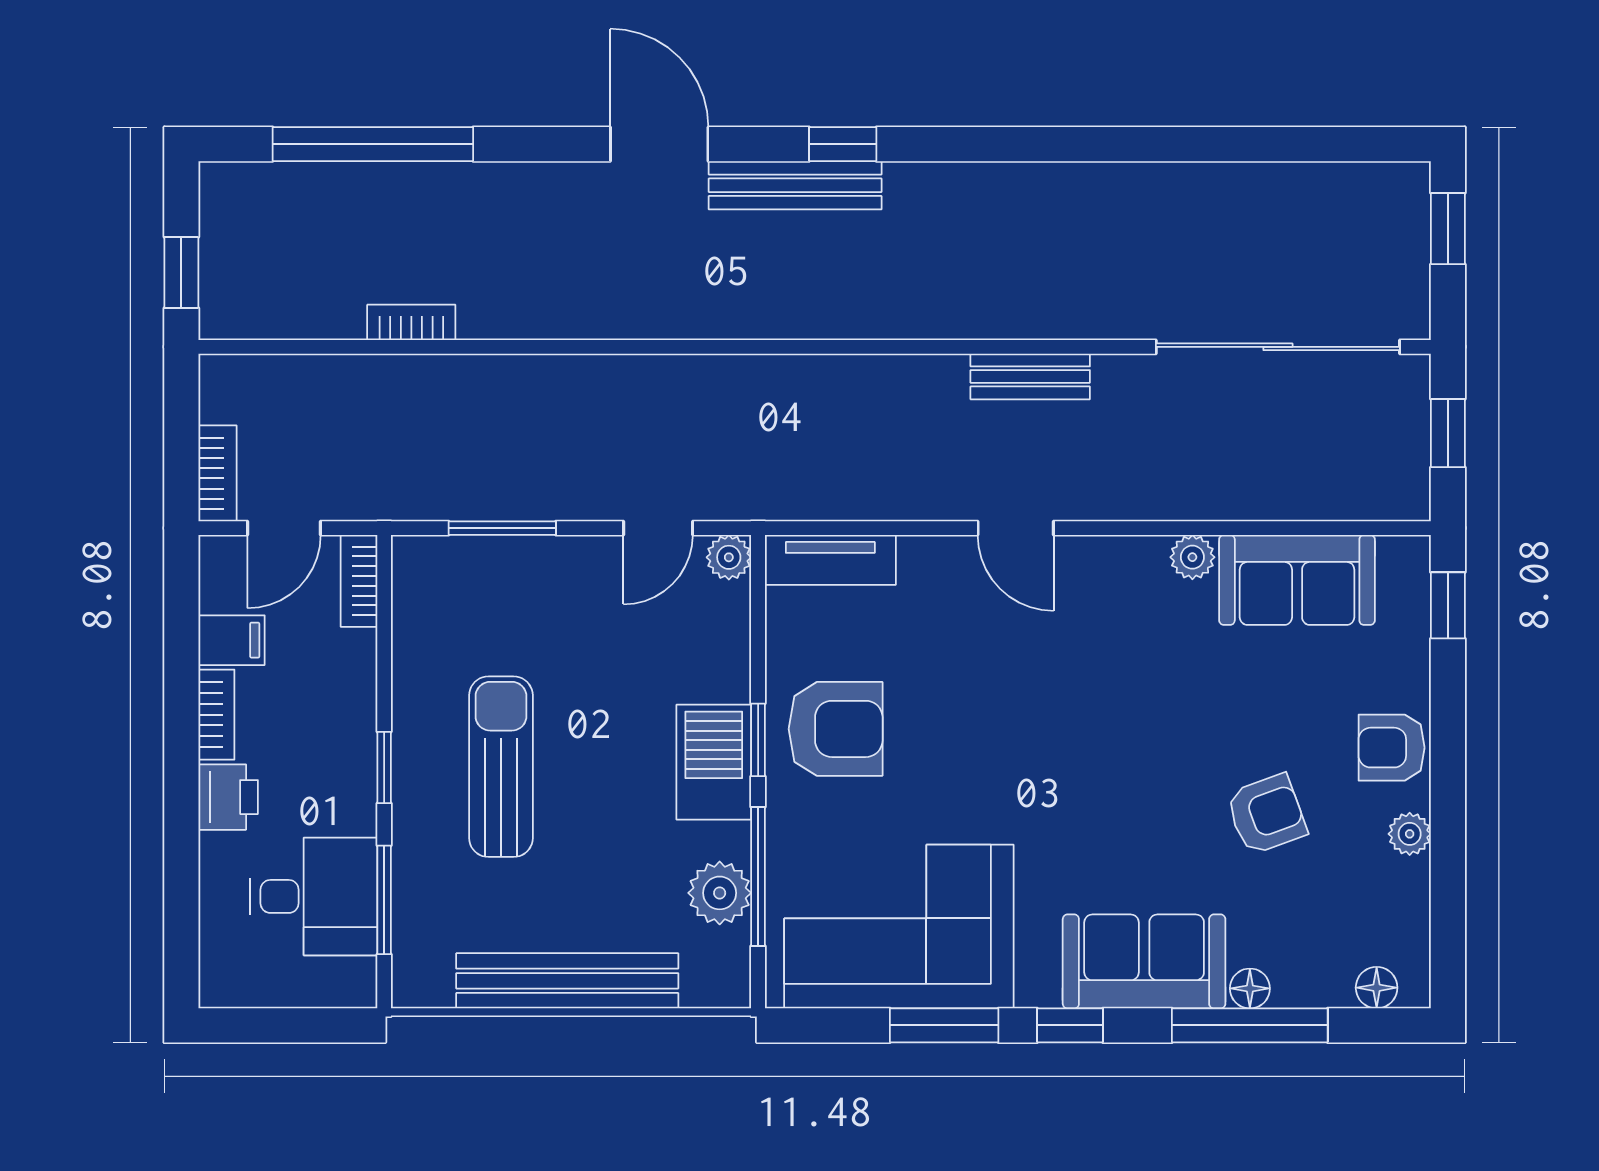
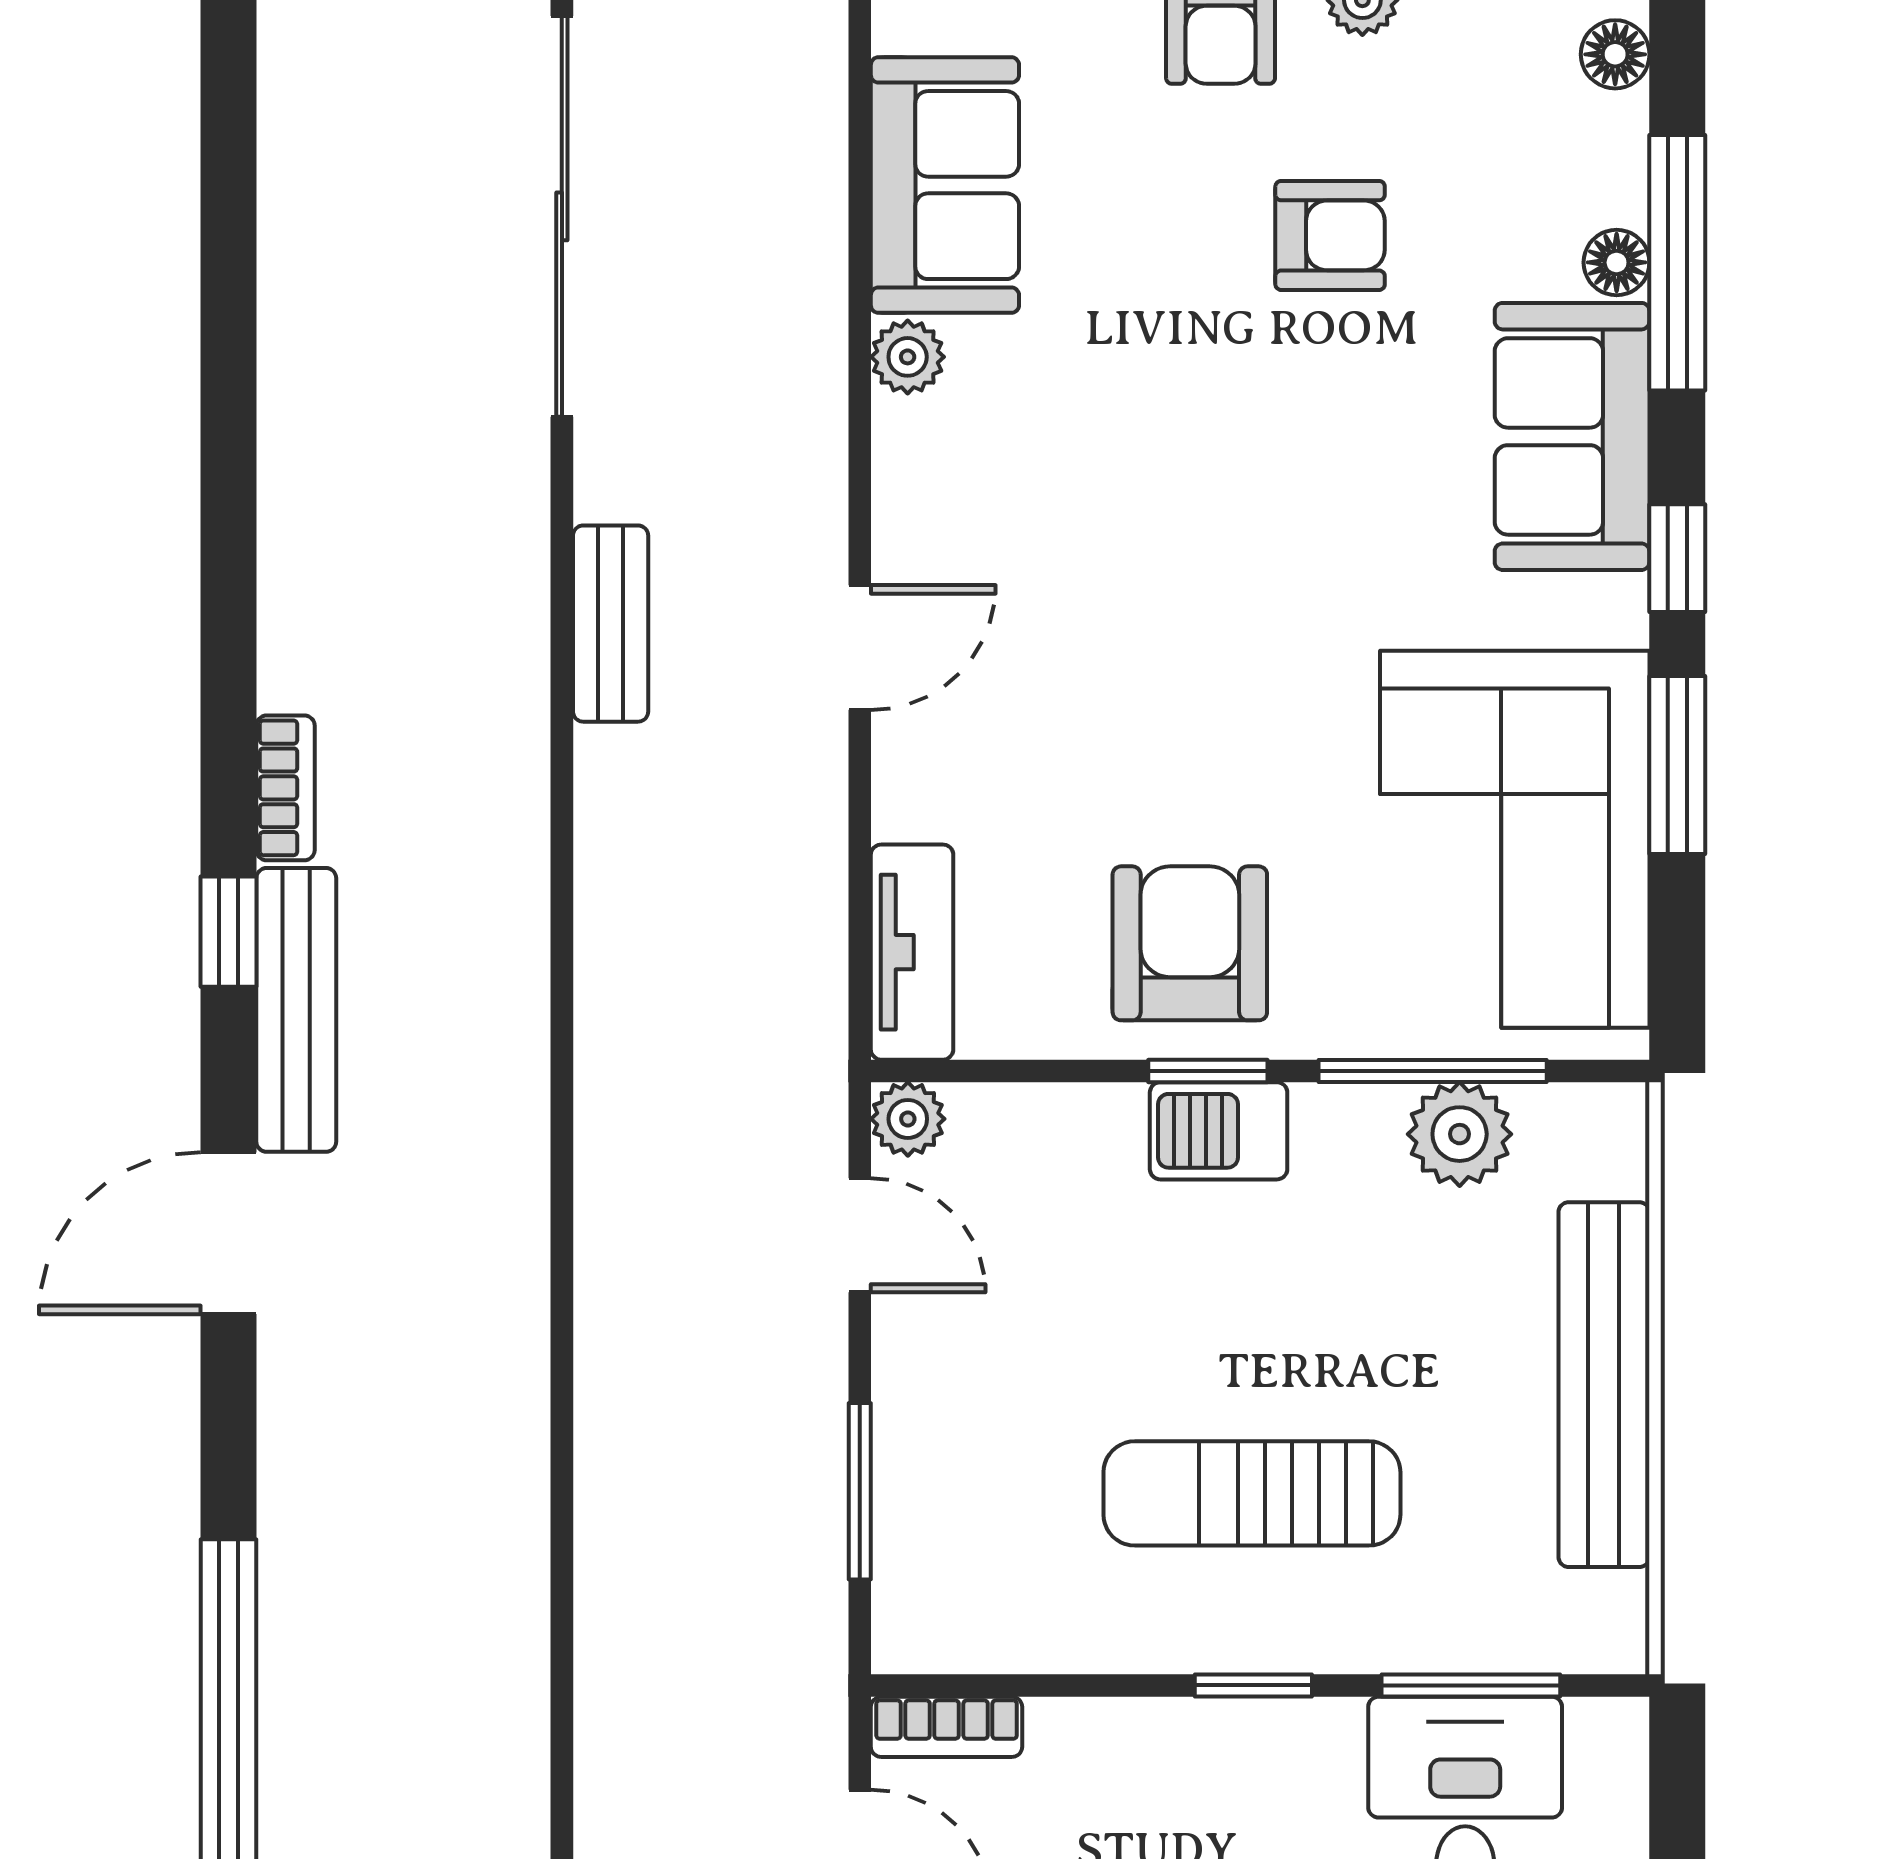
bookcase: (411, 322) -> (285, 788), moved, turned 180
barbecue: (714, 762) -> (1219, 1131), width x0.73, depth x0.79
armchair: (1266, 814) -> (1330, 235), turned 110

